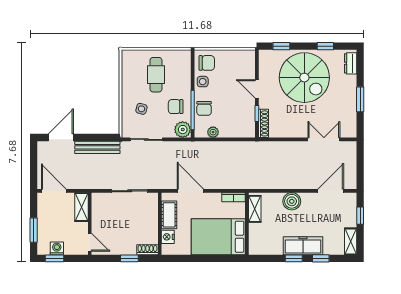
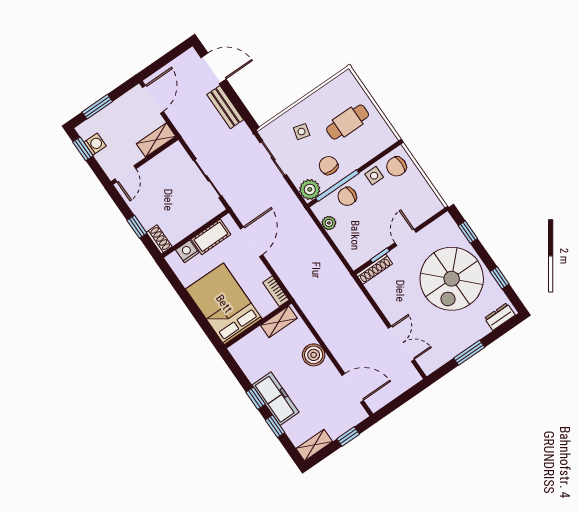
chair: (207, 63) -> (396, 166), turned 90
bench: (97, 147) -> (225, 107), width x0.73

